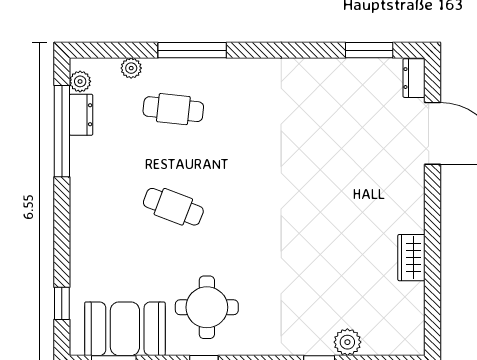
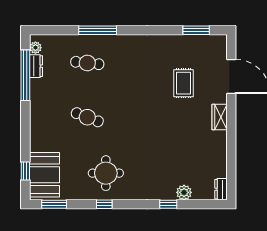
plant: (131, 68) -> (64, 40), removed
dresser: (414, 78) -> (221, 189), moved
rug: (346, 145) -> (183, 83), added
wardrobe: (411, 258) -> (220, 117), moved
booth: (125, 329) -> (44, 175), moved, turned 90

